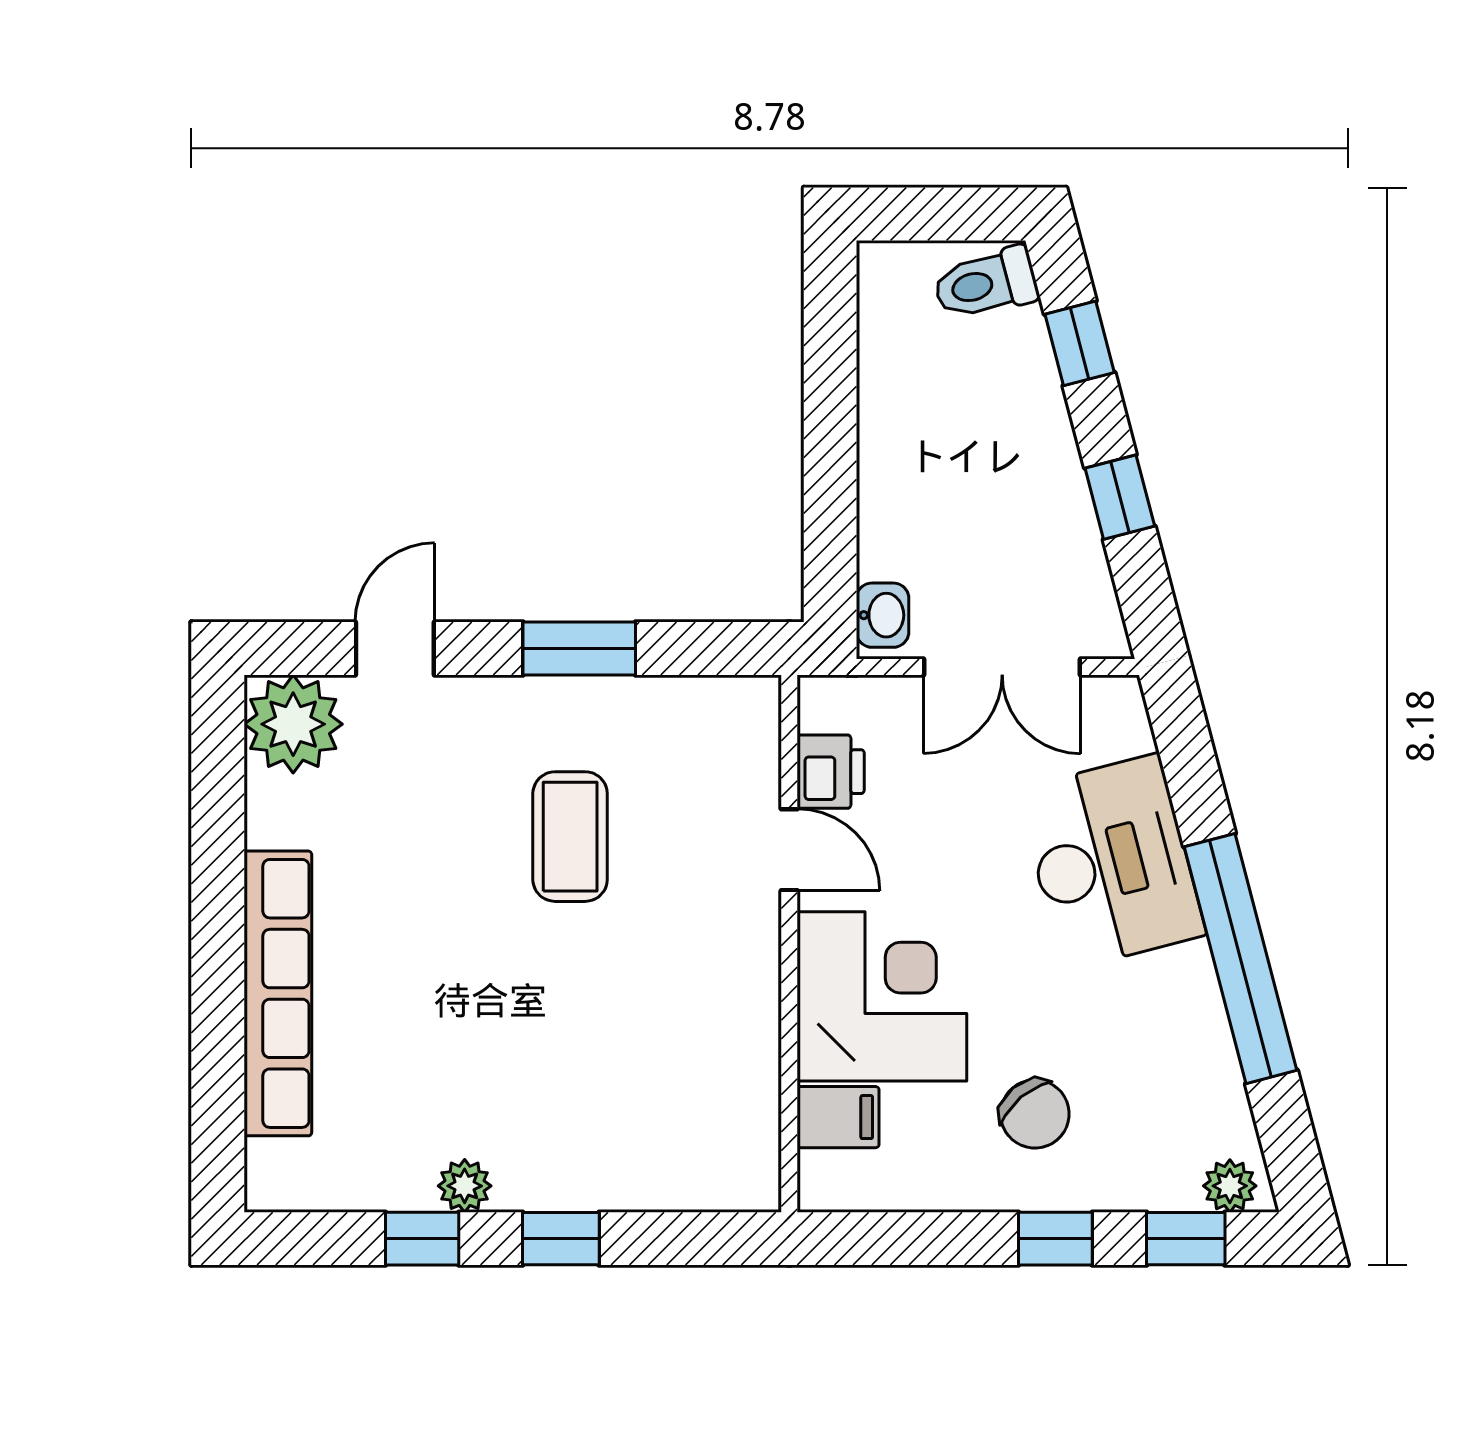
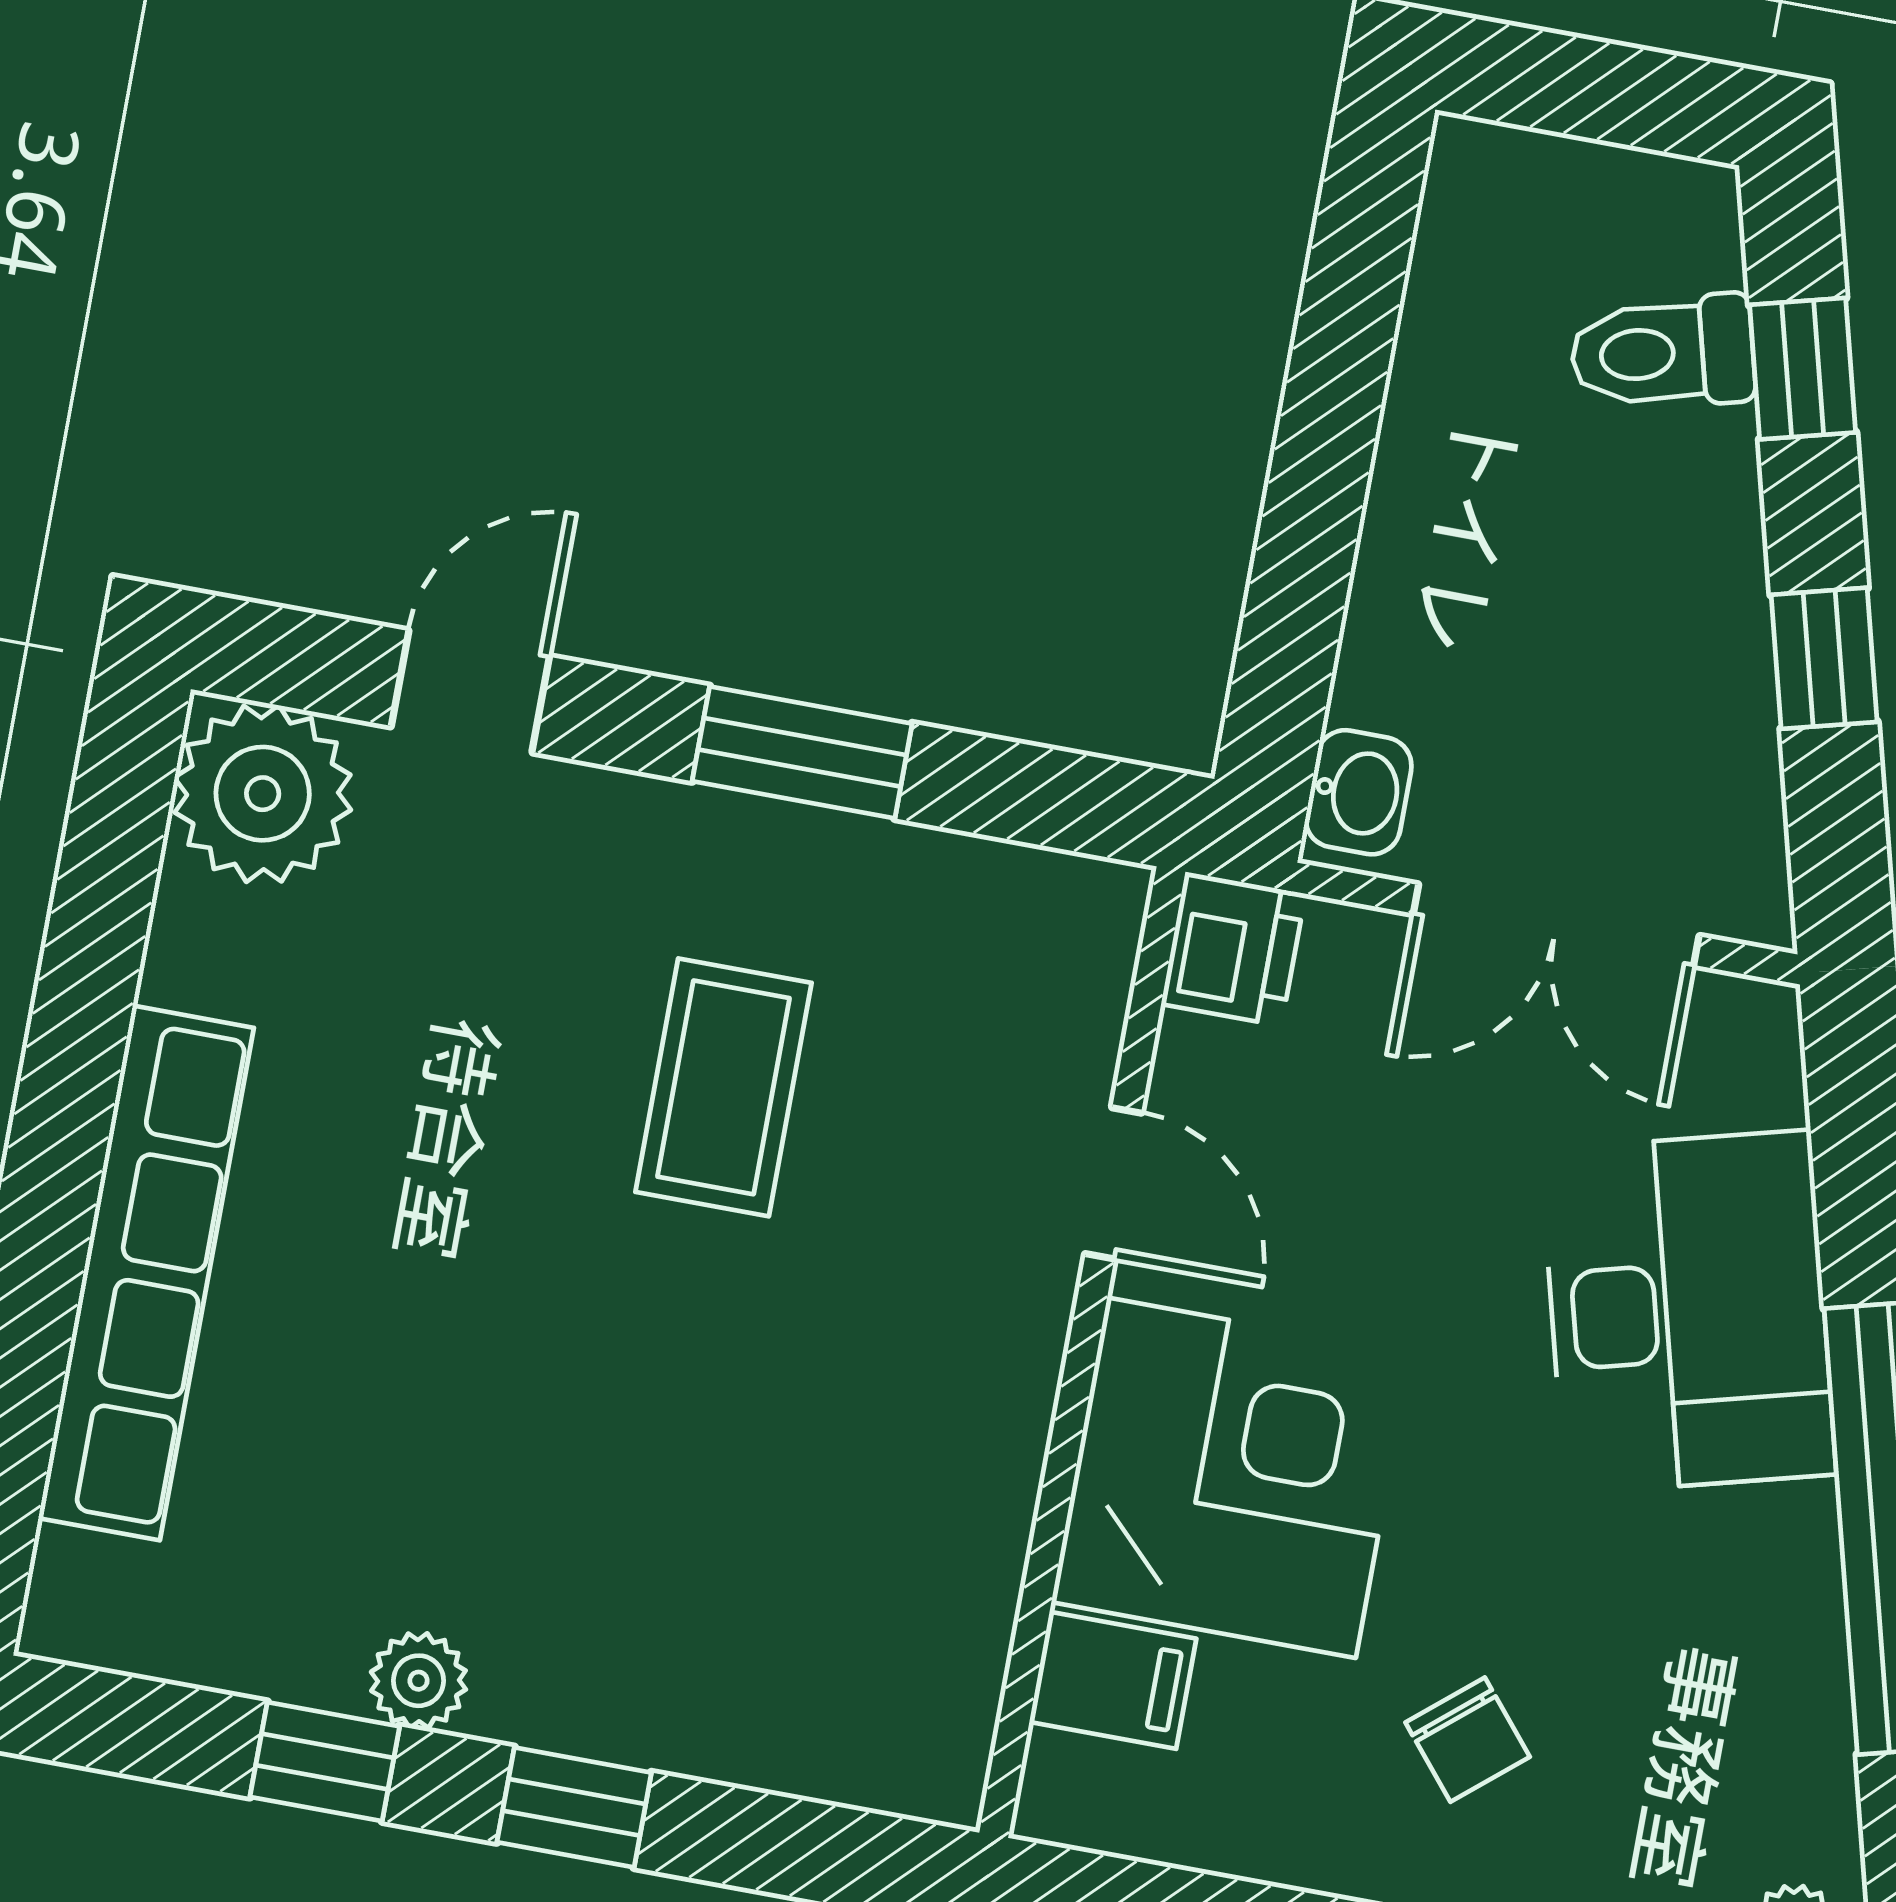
toilet: (986, 284) -> (1663, 353), moved
printer: (831, 772) -> (1233, 949), moved
chair: (1035, 1114) -> (1468, 1740), width x0.73, depth x0.73

